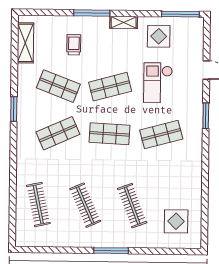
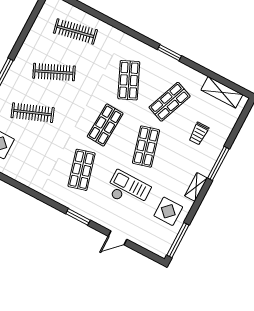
trolley: (74, 45) -> (199, 134), turned 90

